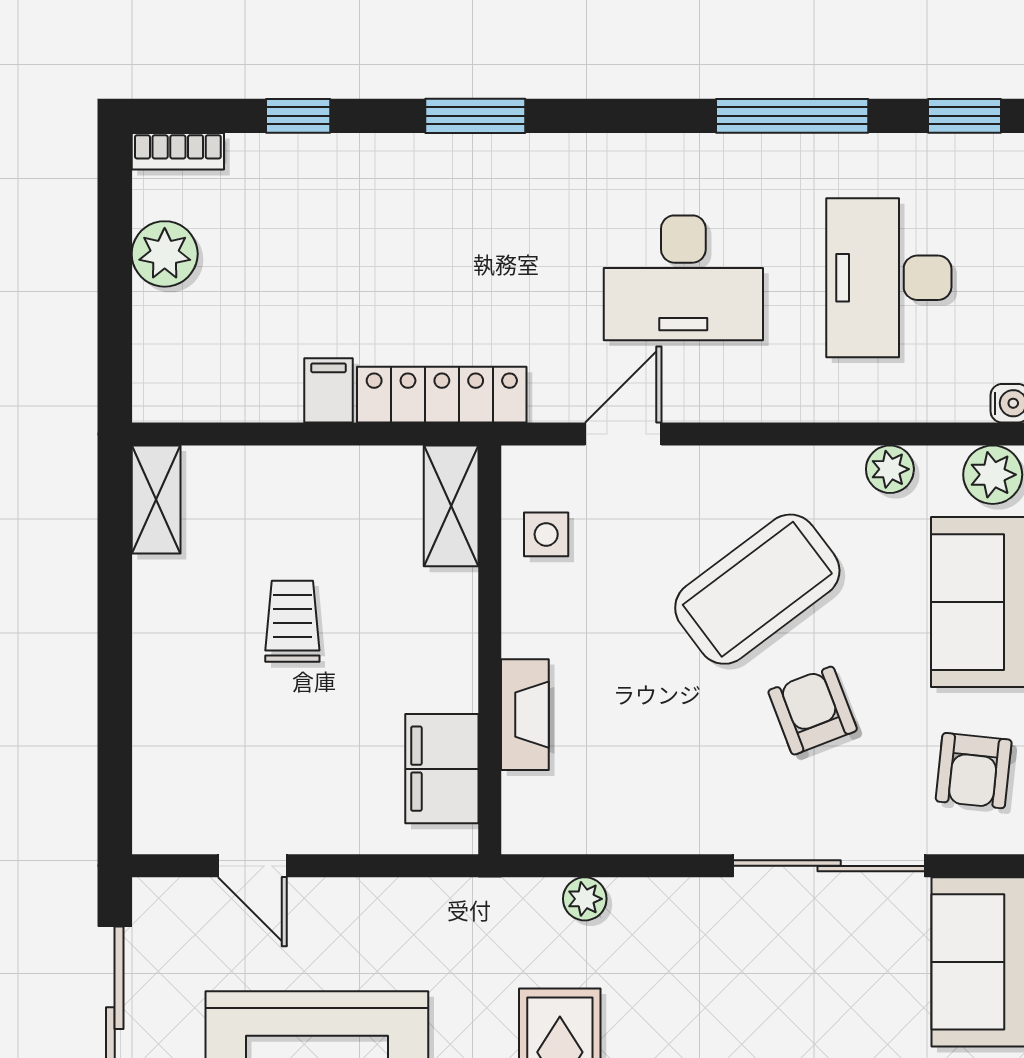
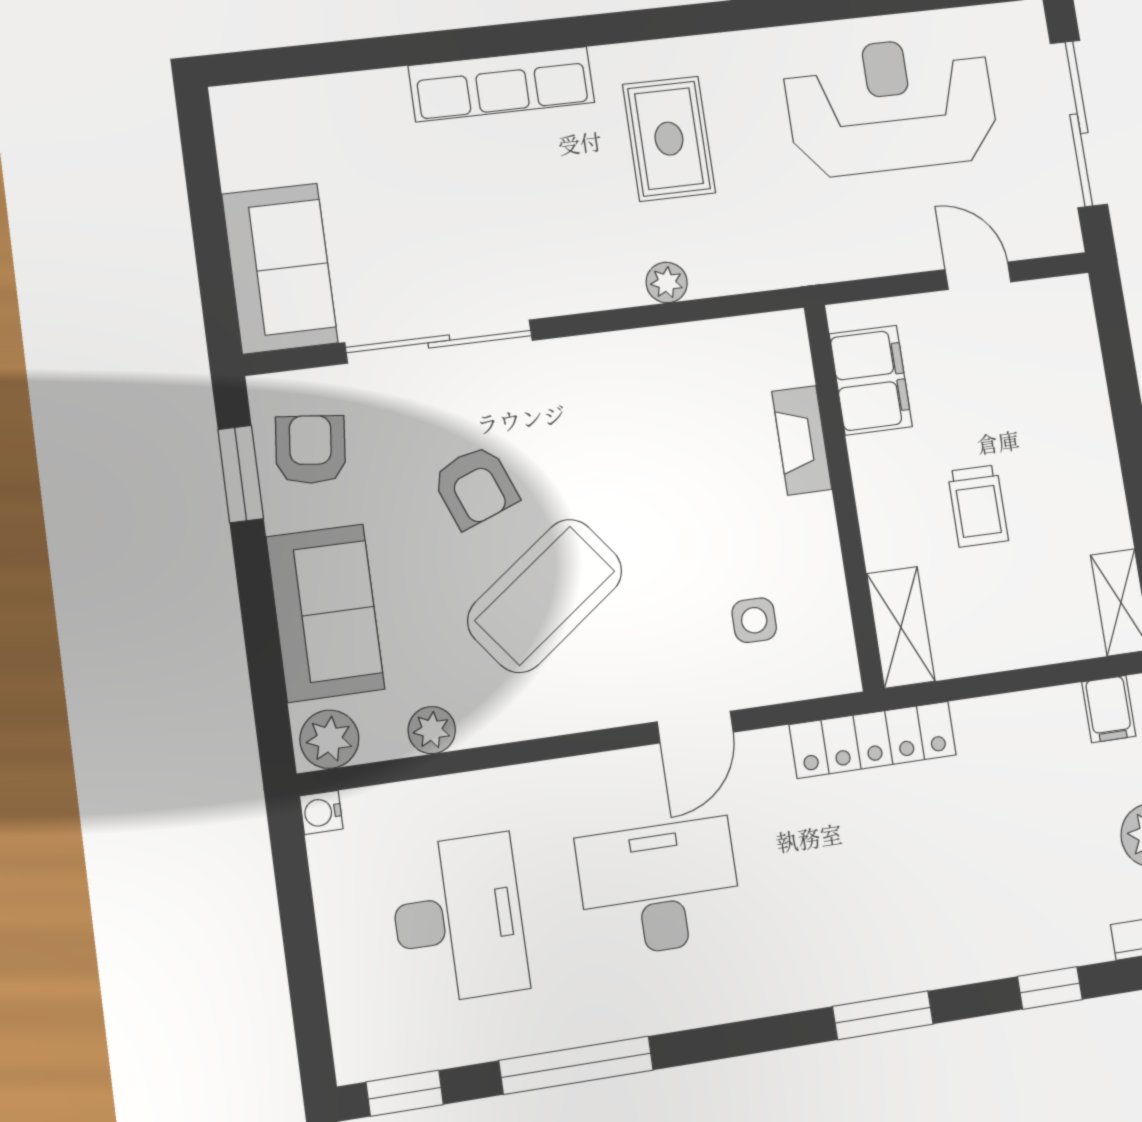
filing cabinet: (328, 390) -> (1109, 709), moved
shelving: (451, 506) -> (901, 627), moved
wall: (490, 650) -> (844, 497), moved
fireplace: (525, 715) -> (802, 440), moved
filing cabinet: (442, 769) -> (871, 380), moved

